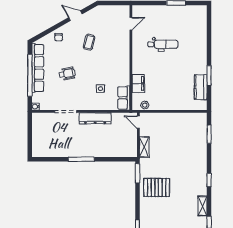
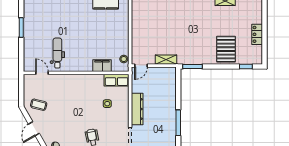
coffee table: (89, 42) -> (39, 105), moved
dental chair: (163, 44) -> (57, 53), moved
pallet: (157, 187) -> (226, 49), moved

